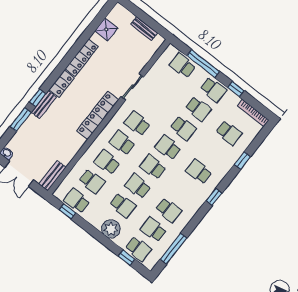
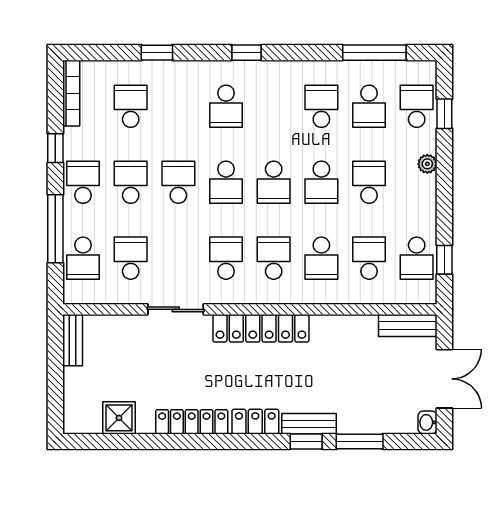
bench: (144, 29) -> (73, 340), moved
school desk: (167, 85) -> (131, 258), added
school desk: (137, 123) -> (226, 258), turned 180
school desk: (122, 143) -> (274, 258), turned 180
plant: (111, 229) -> (427, 164), width x0.53, depth x0.53

